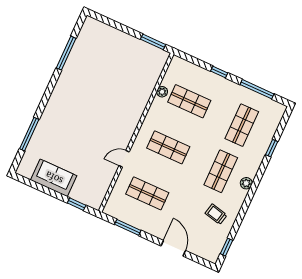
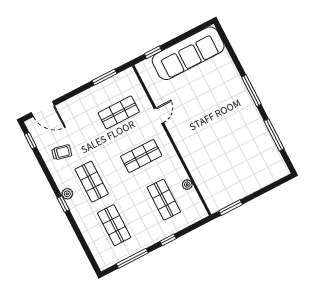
shop shelf: (189, 101) -> (164, 200), turned 90
window: (29, 134) -> (251, 91), moved
window: (272, 148) -> (63, 204), moved
sofa: (54, 178) -> (188, 53), width x1.85, depth x1.27
door: (173, 248) -> (43, 109), moved

